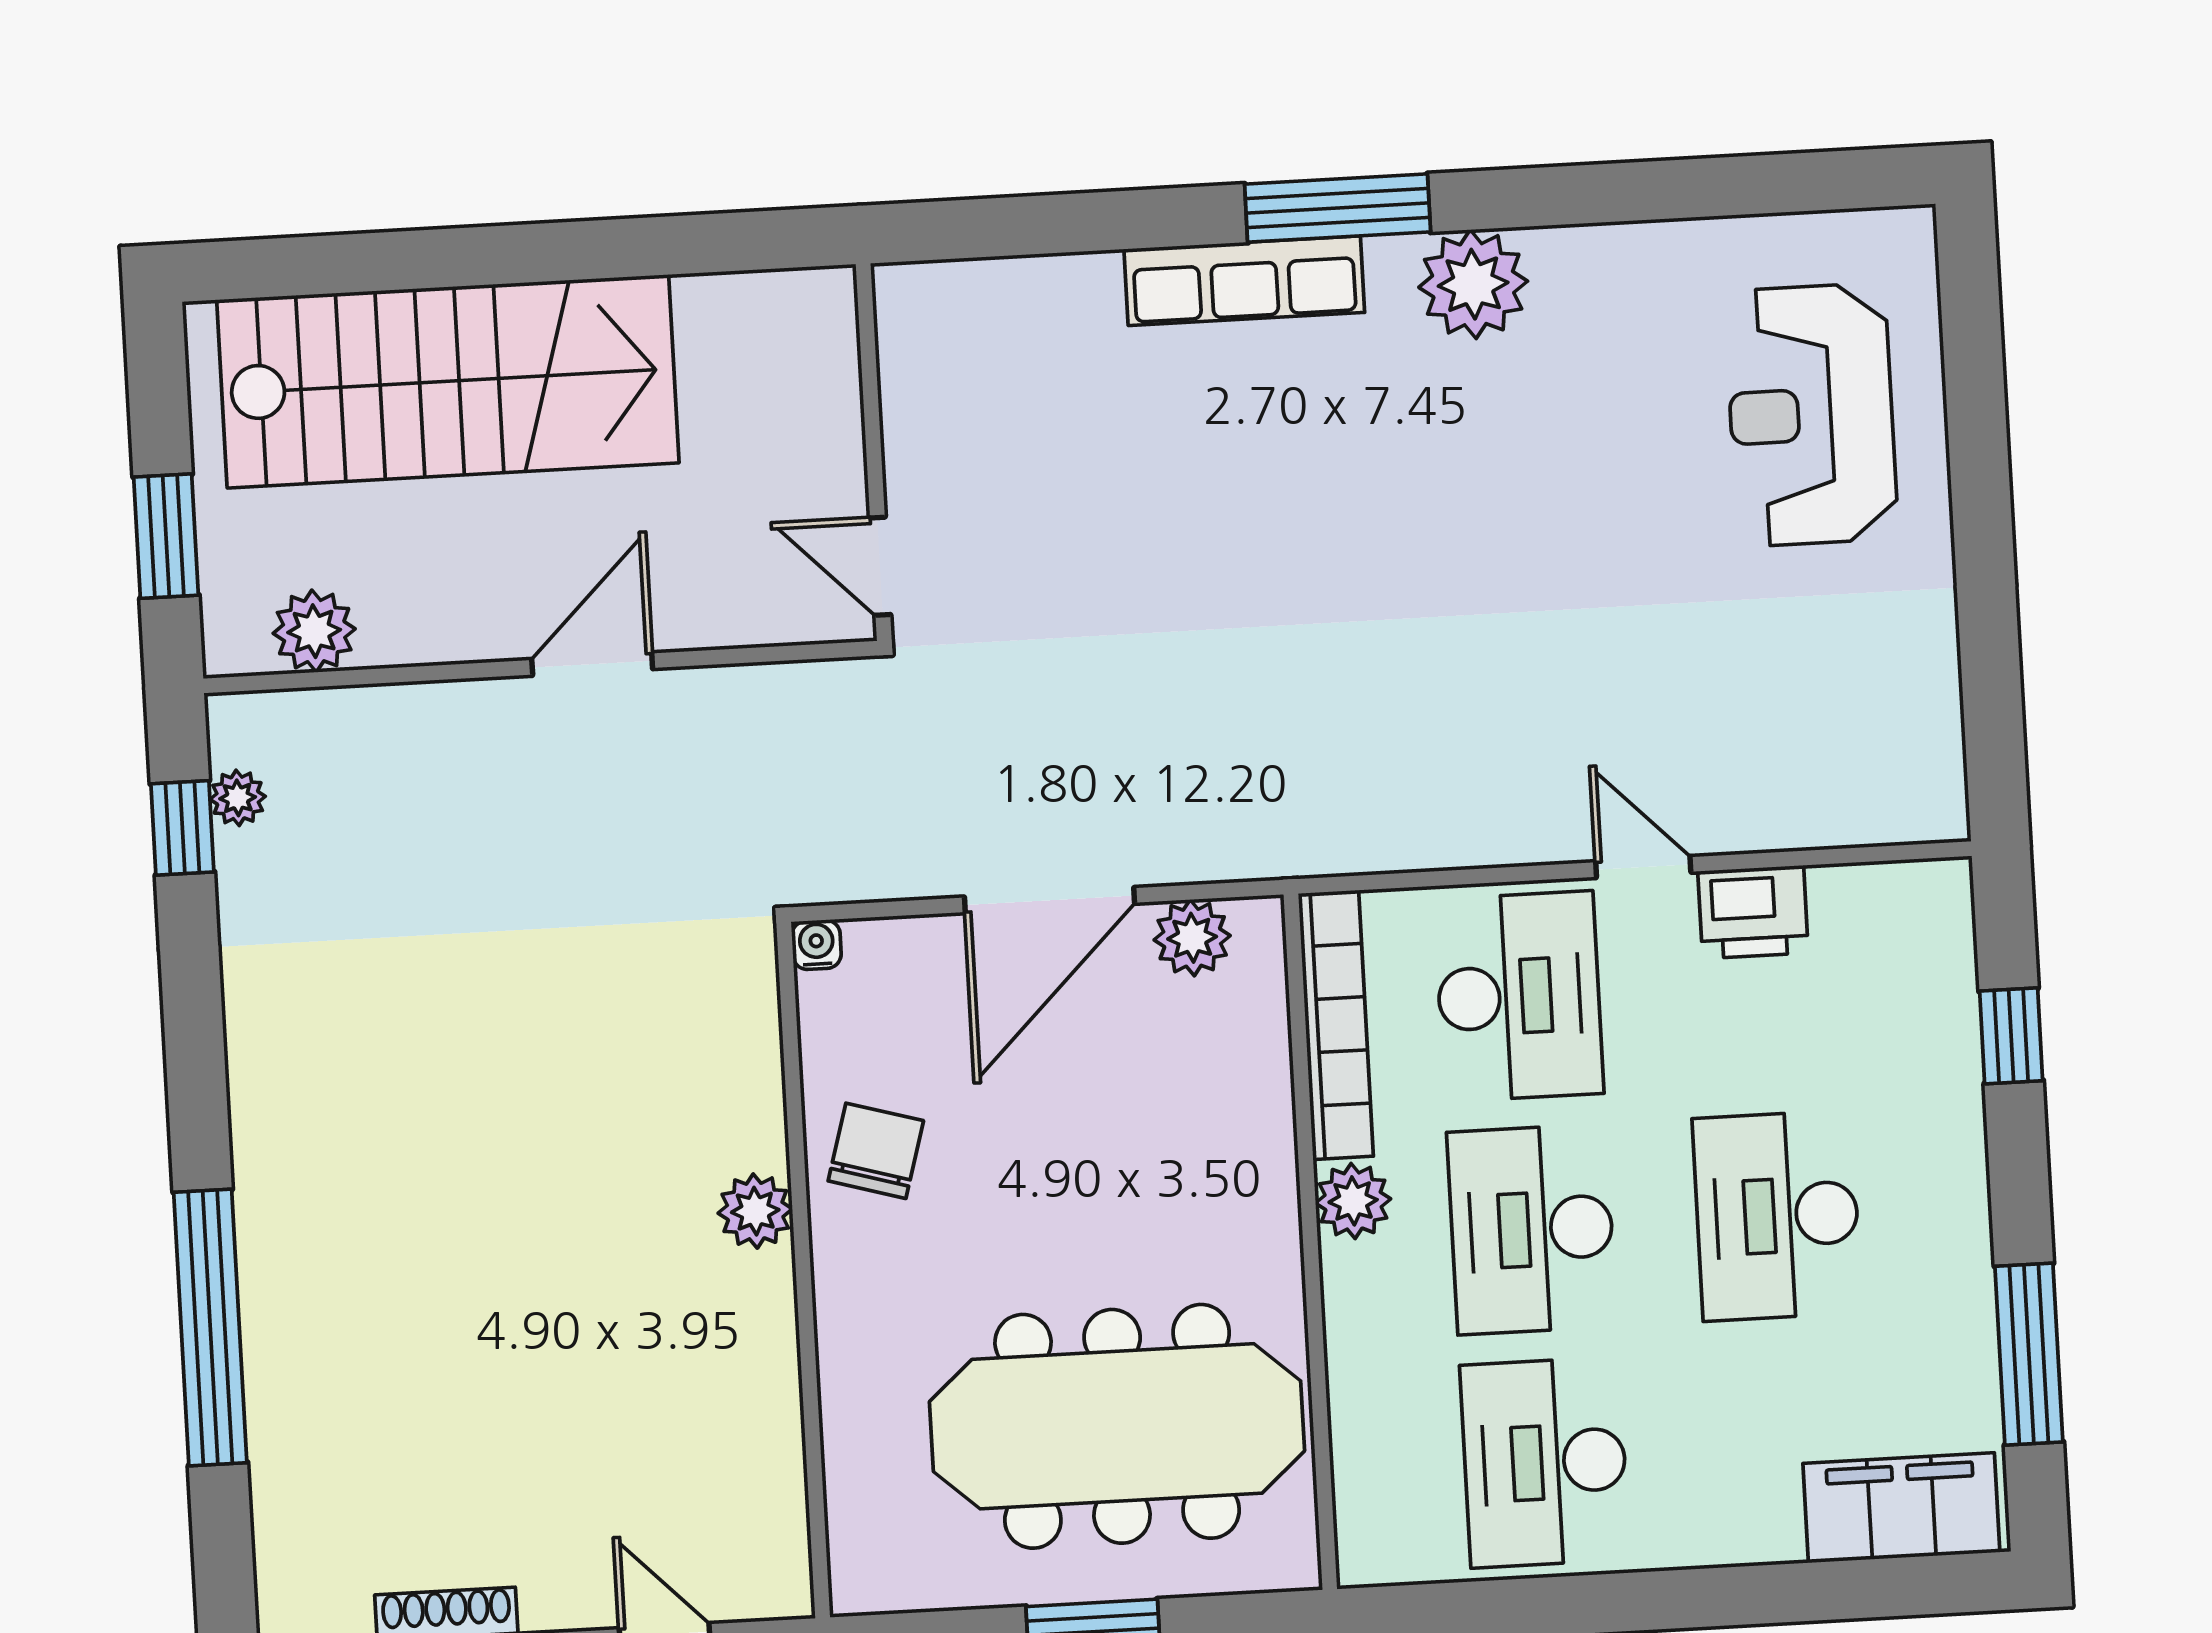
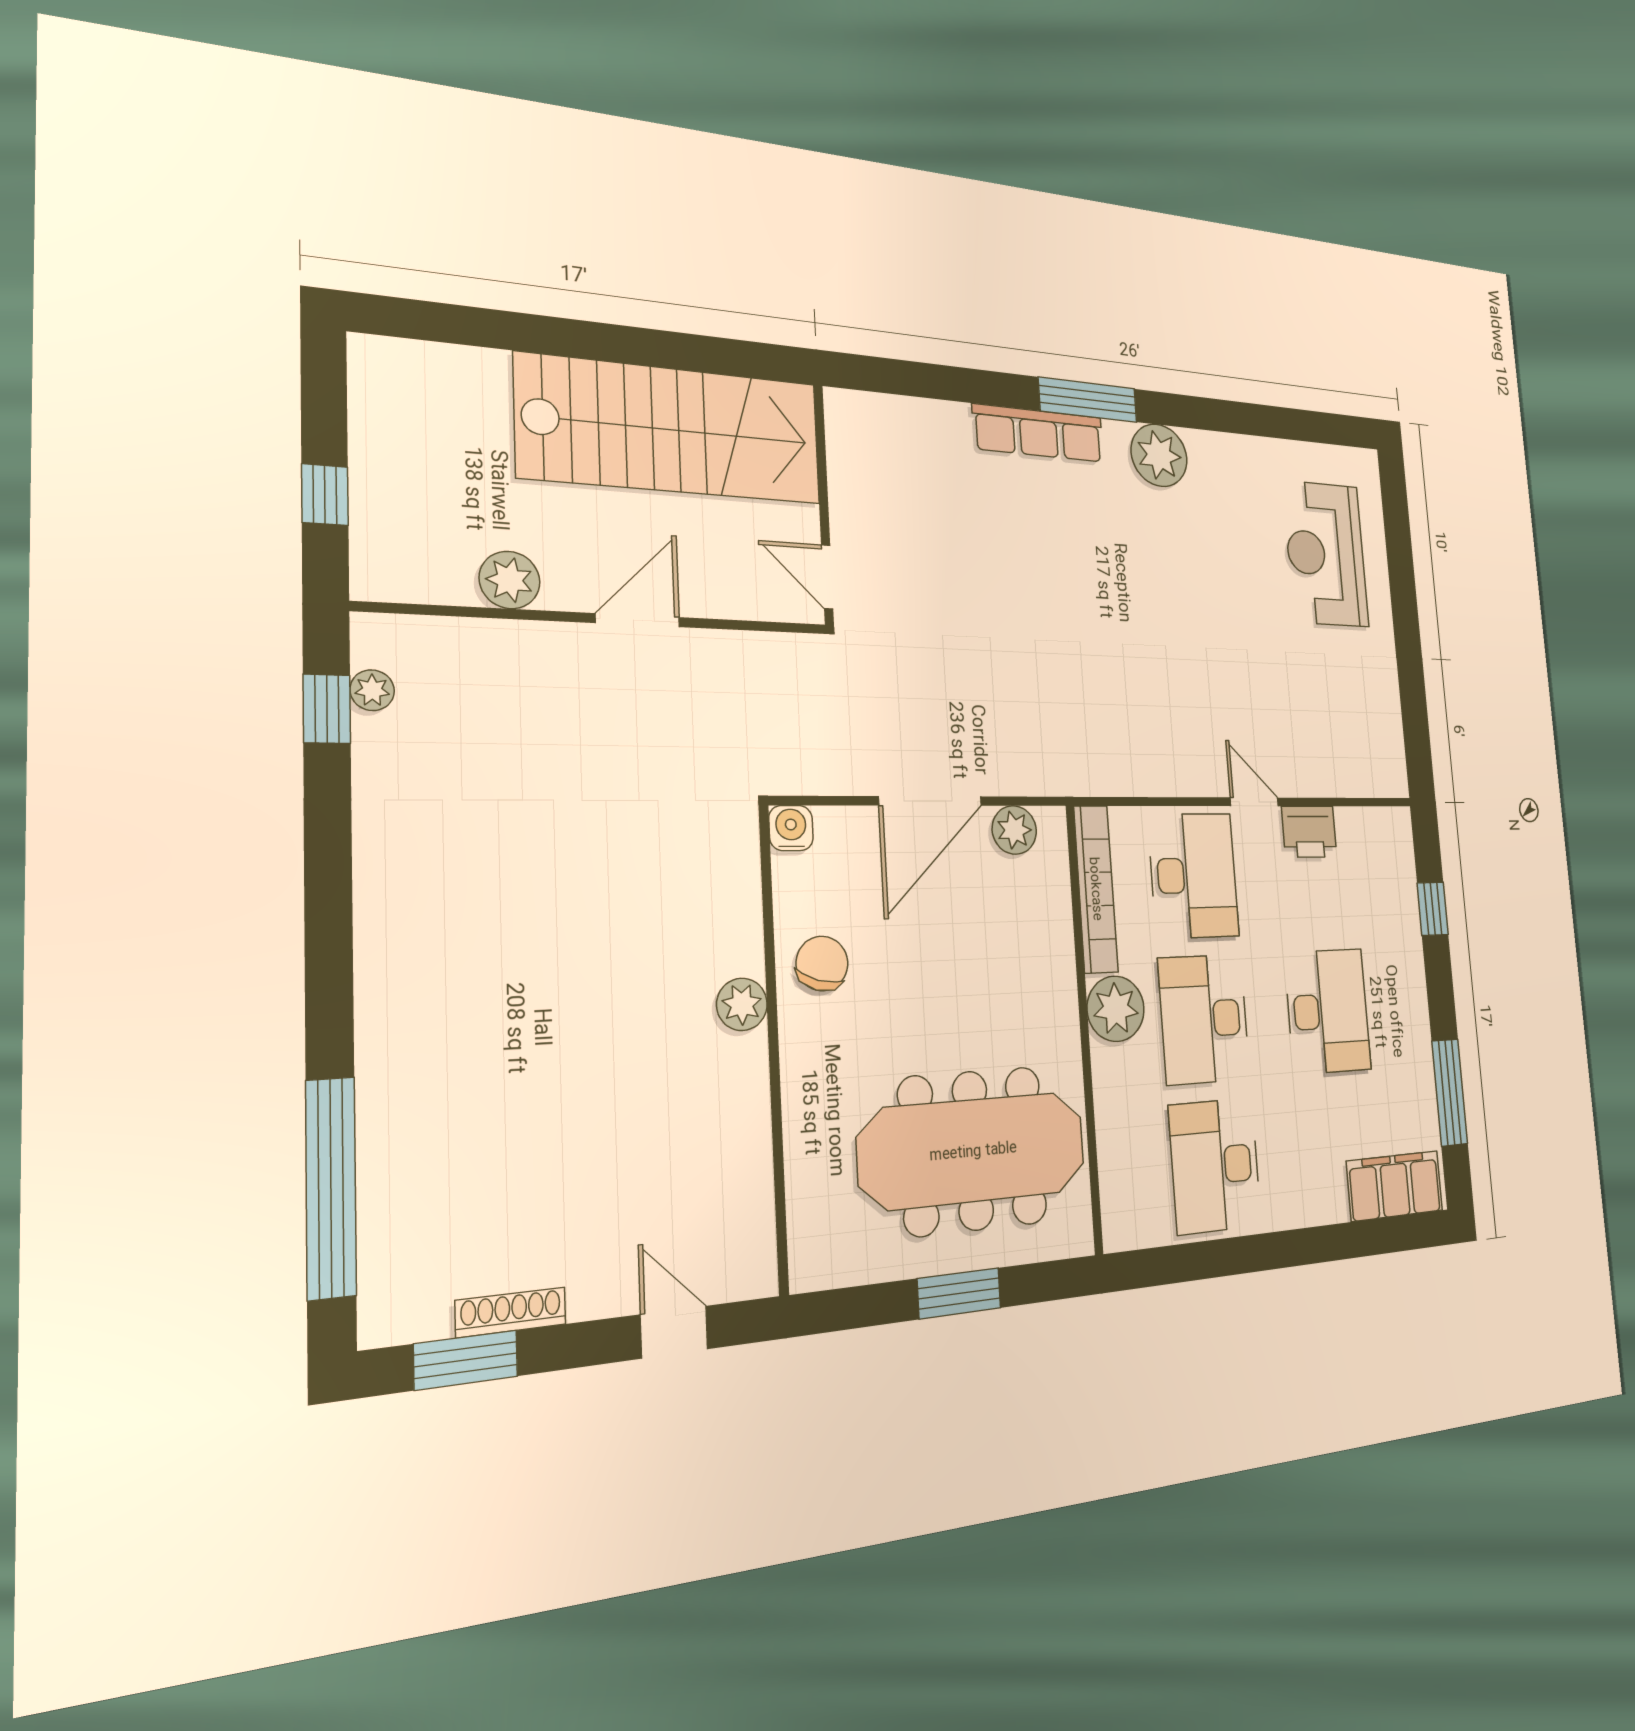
stairs: (448, 381) -> (671, 430), moved
window: (166, 536) -> (325, 495), width x0.67
plant: (314, 631) -> (510, 580), moved
water cooler: (816, 945) -> (791, 828), width x1.38, depth x1.38
plant: (1353, 1201) -> (1116, 1009), width x1.36, depth x1.36
desk: (1777, 1216) -> (1328, 1011), turned 180
window: (210, 1327) -> (331, 1188), moved

